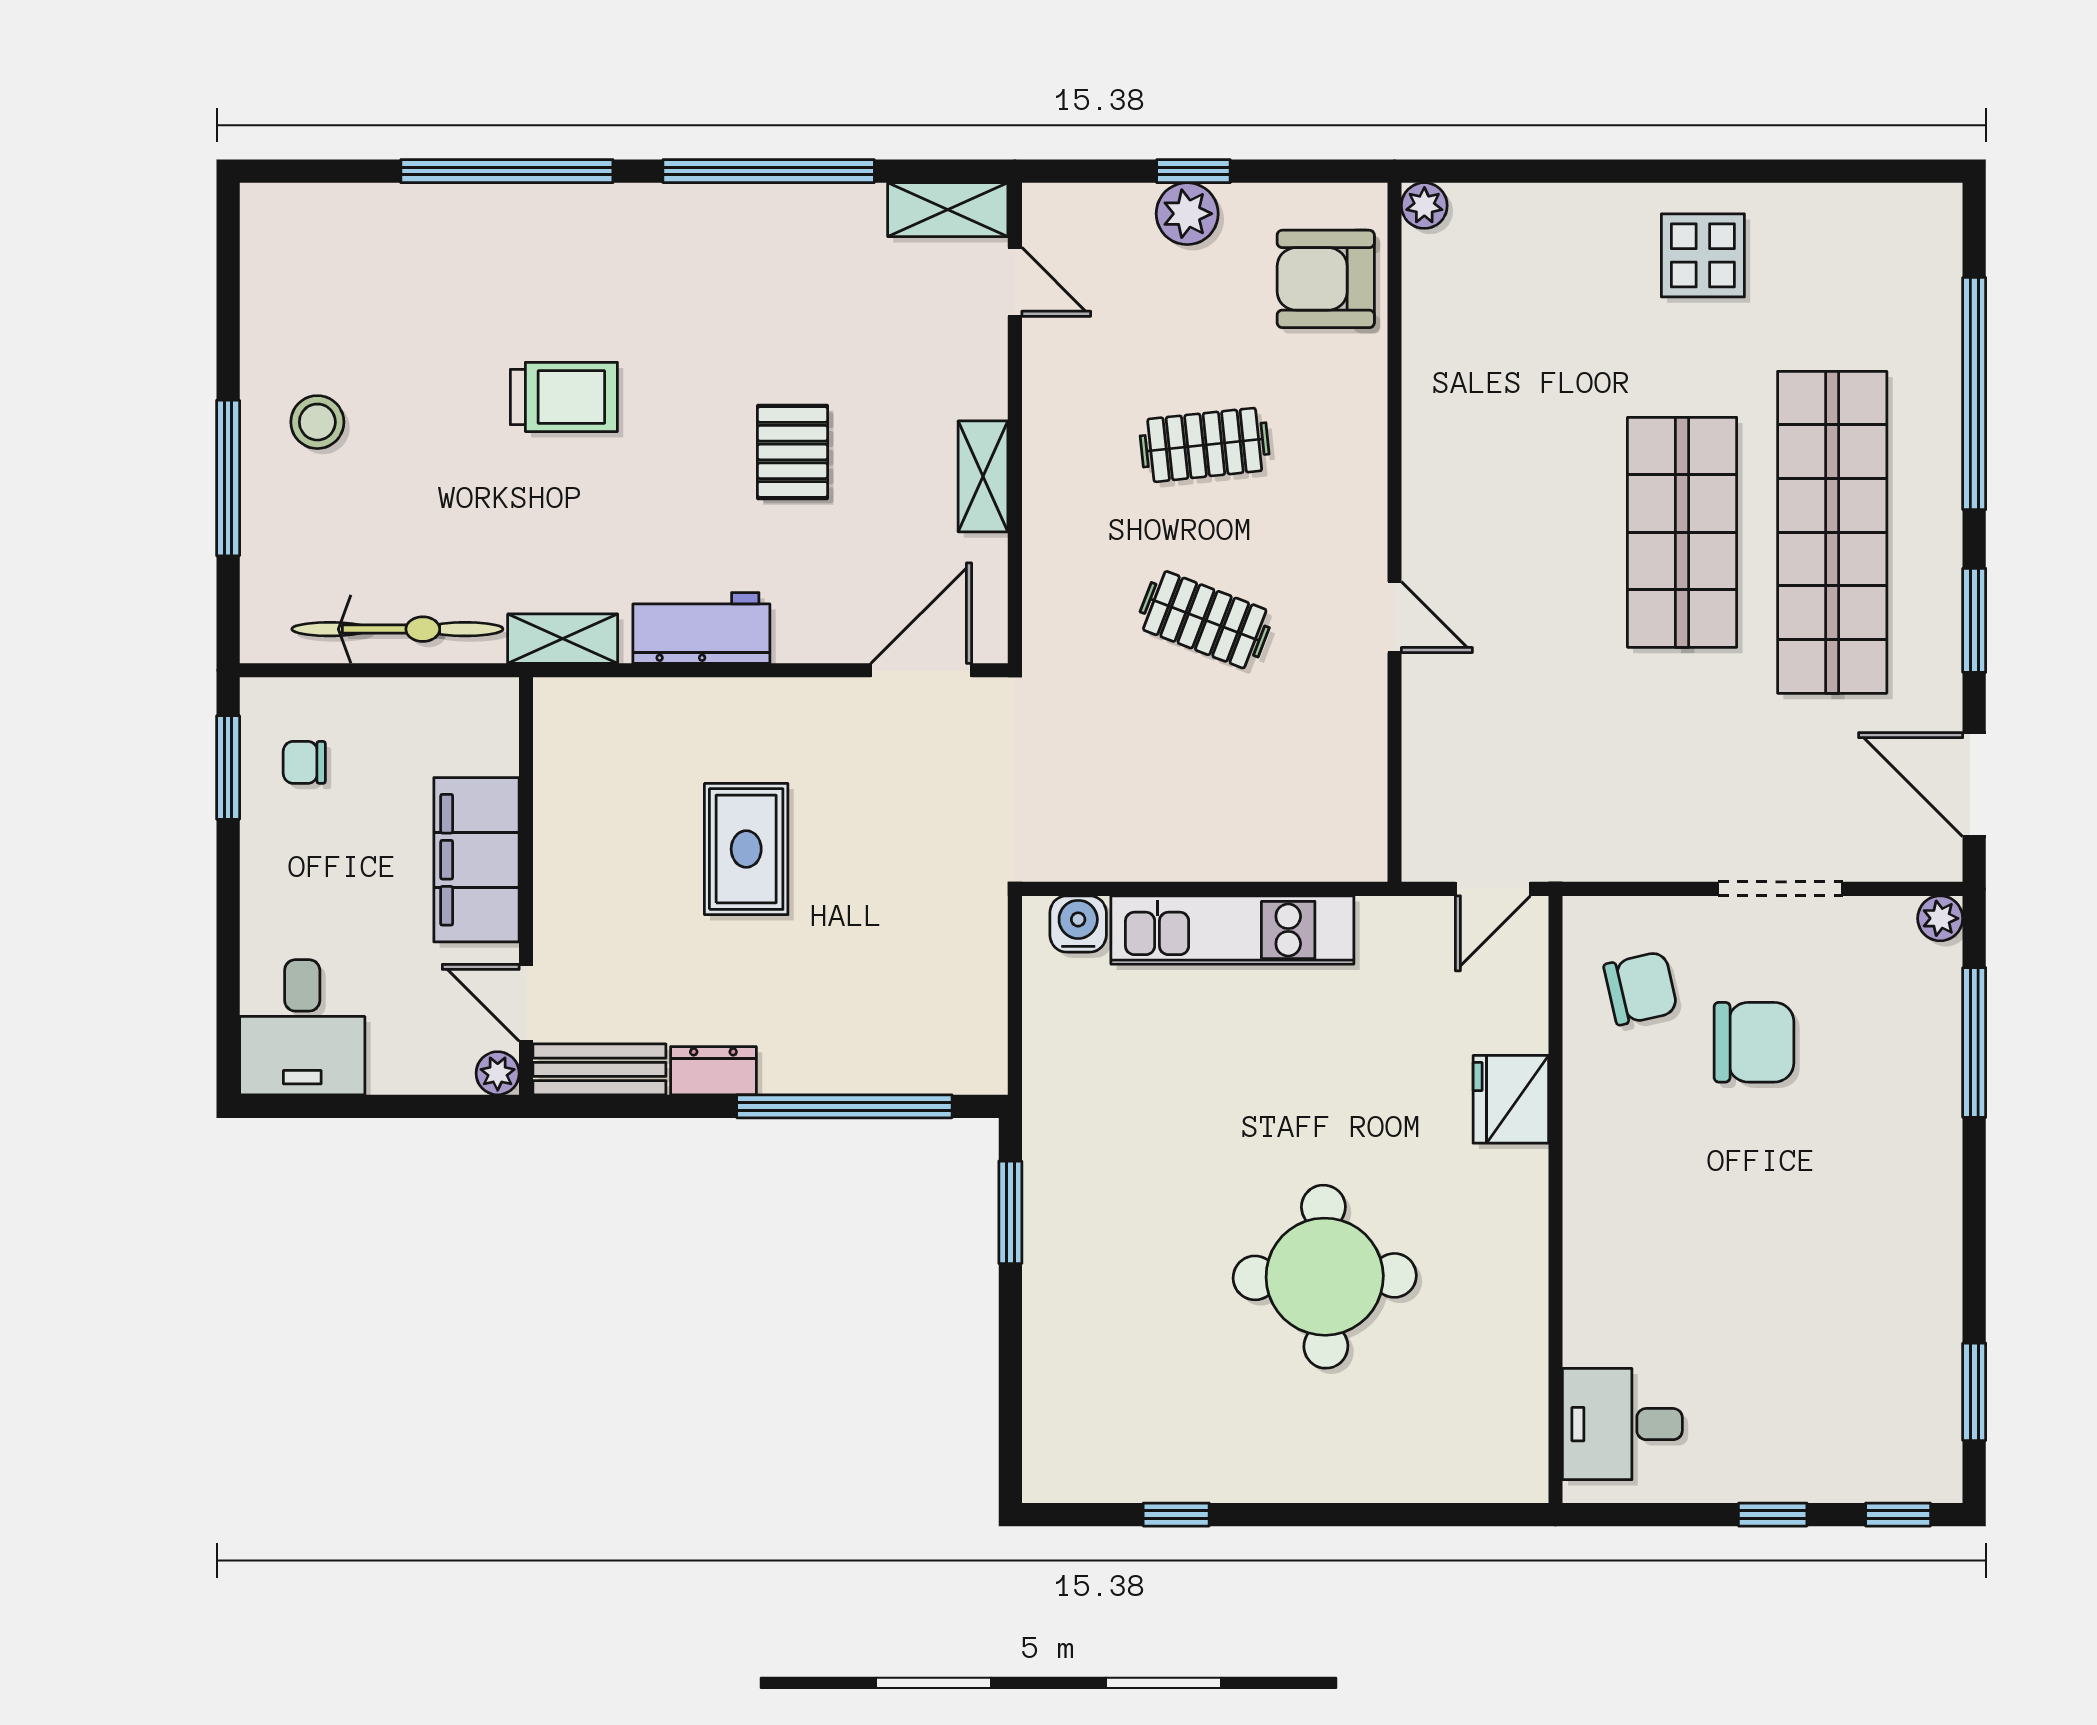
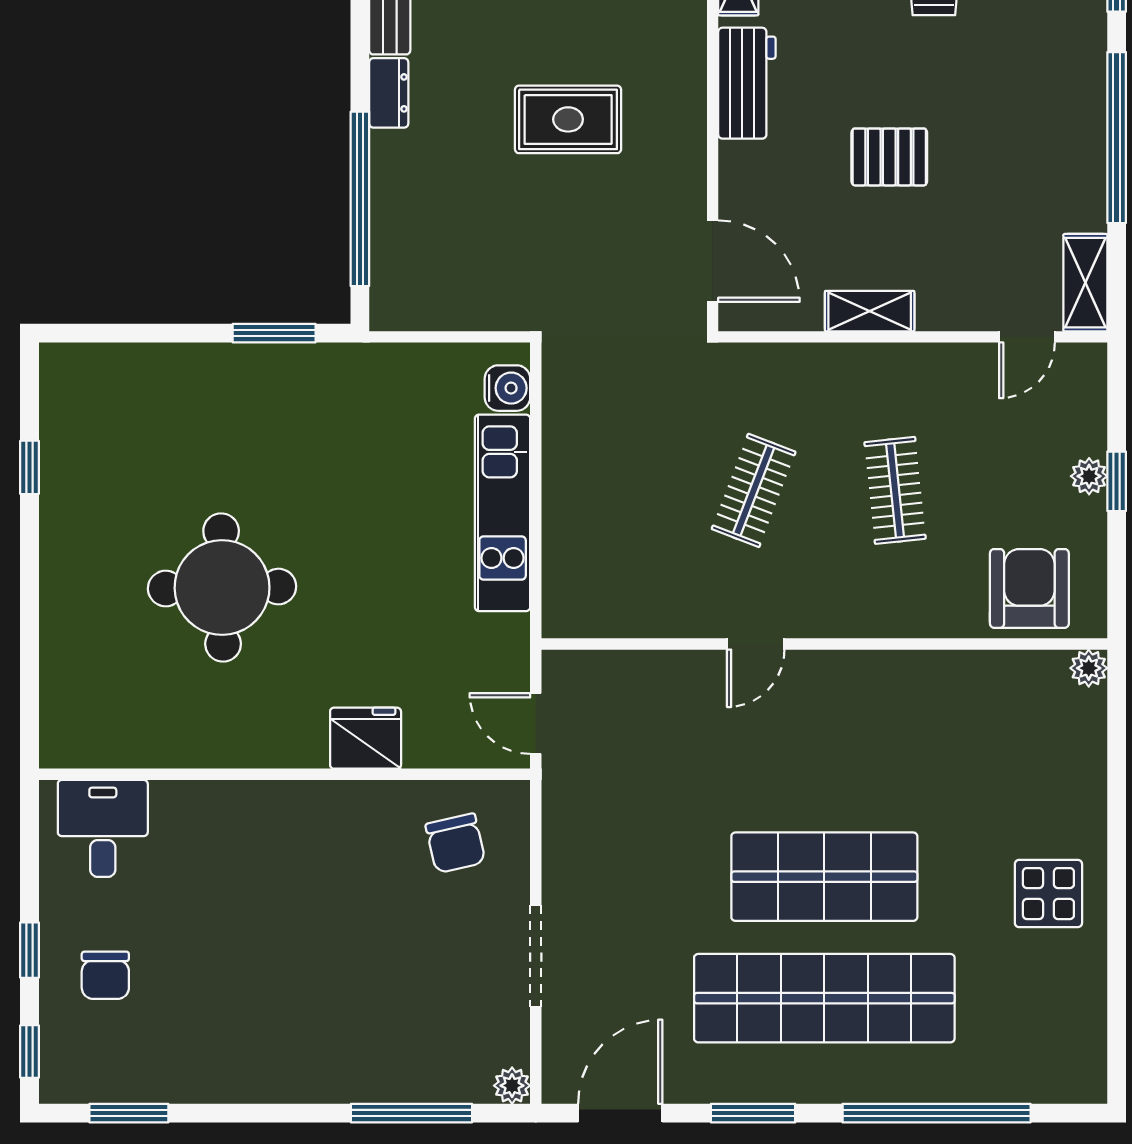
plant: (1187, 214) -> (1089, 476), width x0.73, depth x0.73
chair: (1754, 1042) -> (105, 975), moved, width x0.73, depth x0.73

